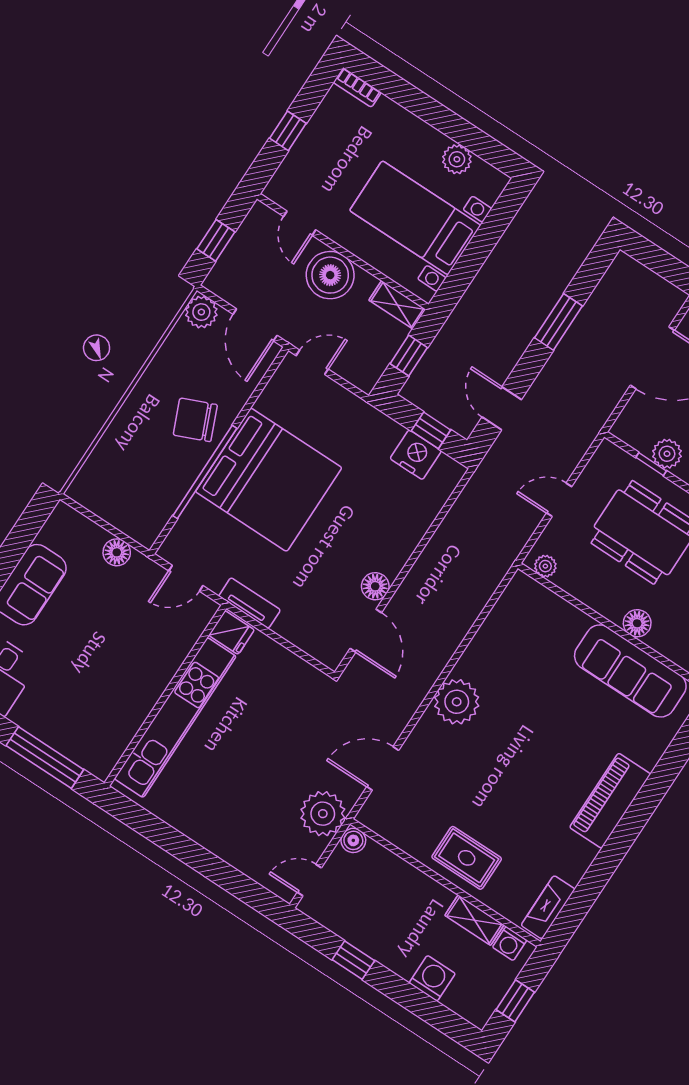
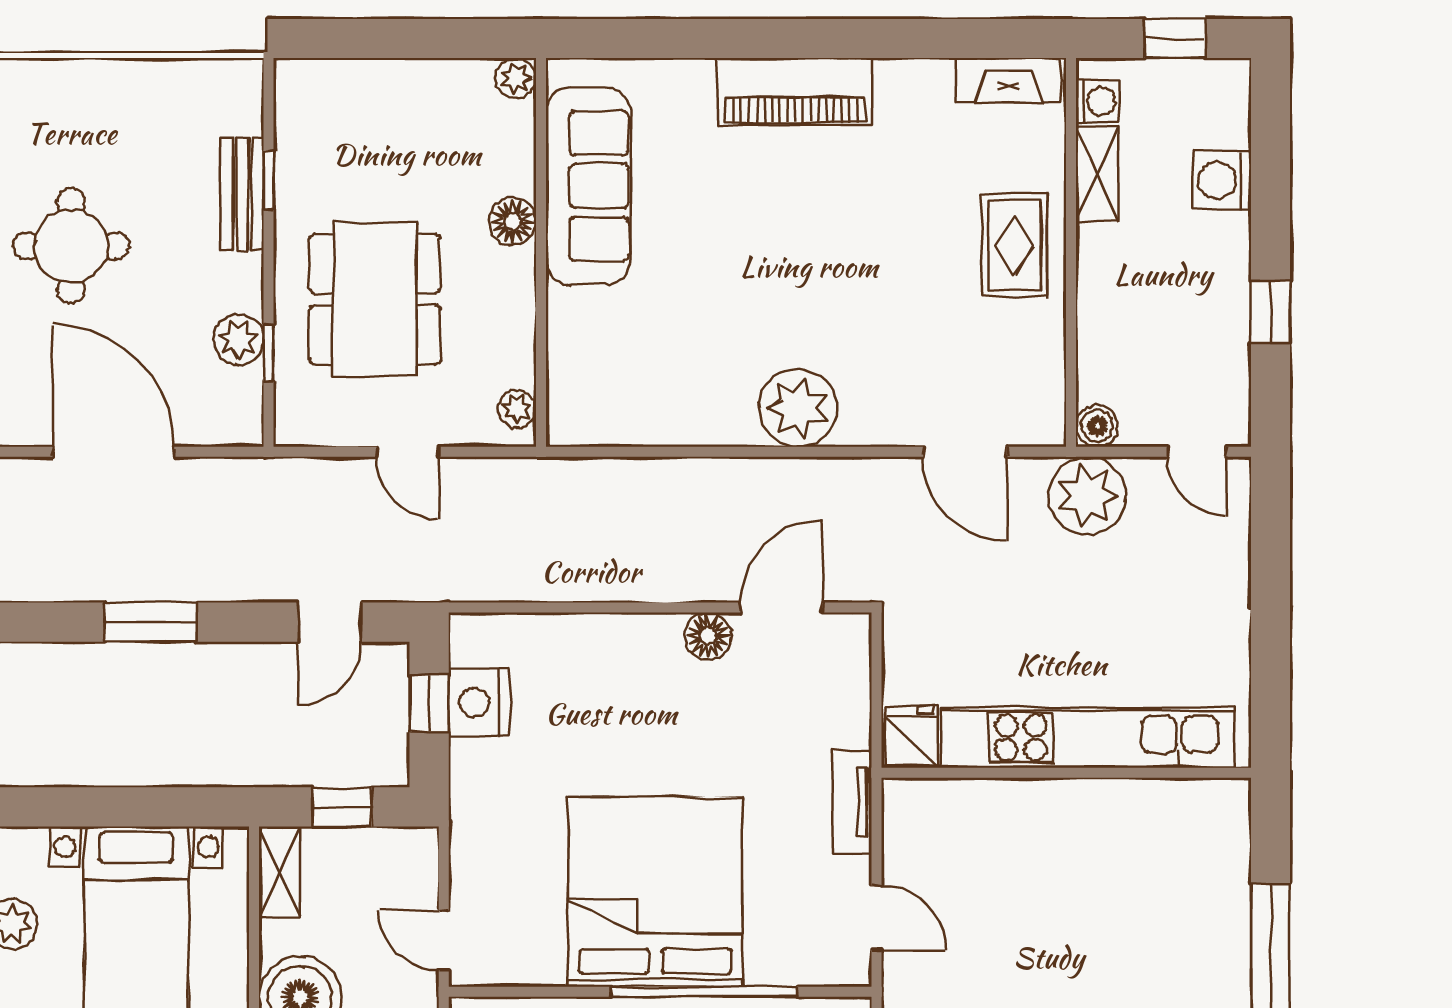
fridge: (231, 632) -> (912, 737), moved
wall: (165, 696) -> (1066, 773), moved
kitchen unit: (175, 718) -> (1089, 738), moved

